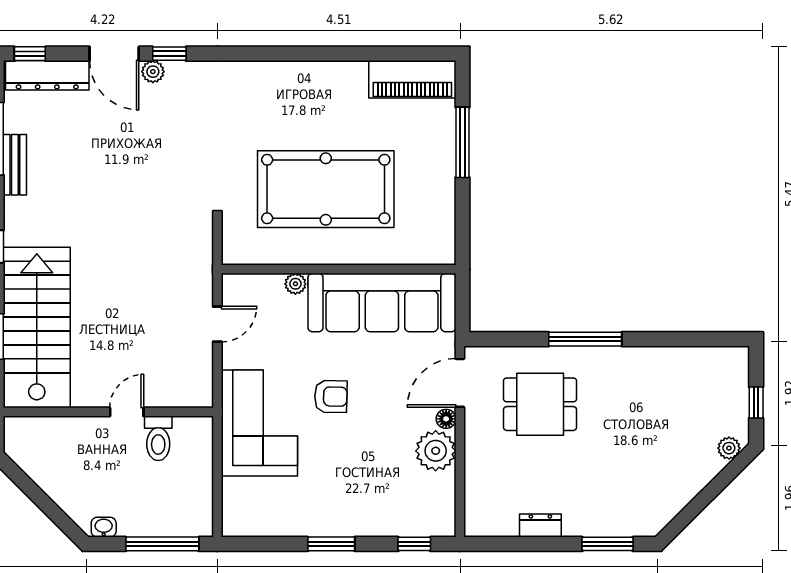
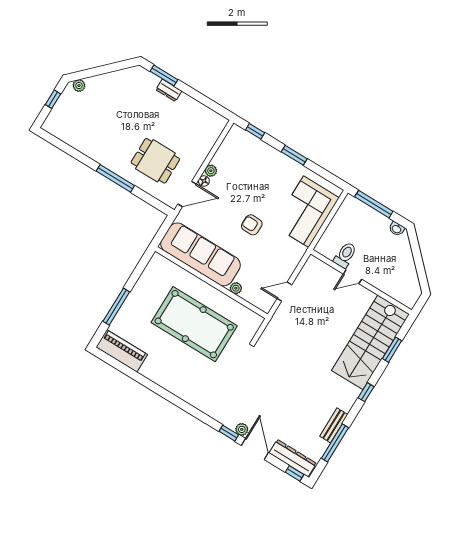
corner sofa: (259, 423) -> (306, 212), moved
plant: (436, 451) -> (211, 171), width x0.53, depth x0.53
dresser: (540, 526) -> (169, 90), moved

